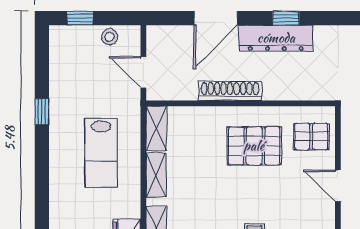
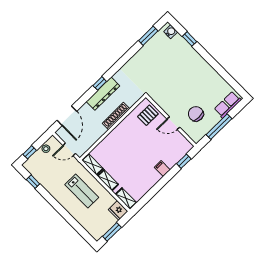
door: (216, 18) -> (67, 116), moved
shoe rack: (230, 91) -> (116, 116), moved
window: (42, 112) -> (33, 182), moved
pallet: (254, 146) -> (132, 138), removed

